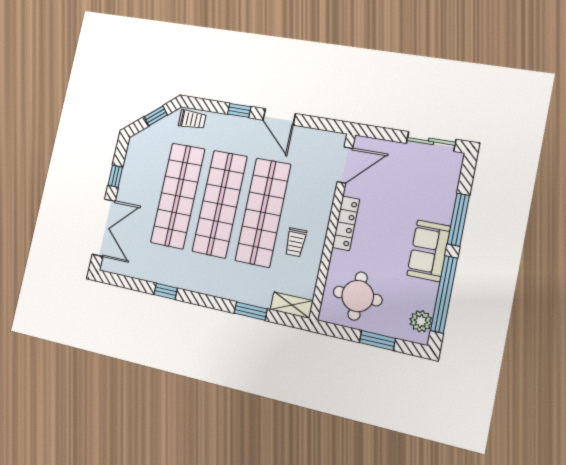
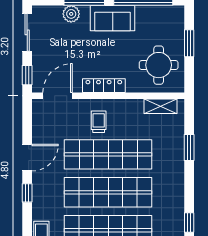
window: (377, 133) -> (27, 75), added
door: (345, 165) -> (58, 96), hinge flipped
trolley: (296, 242) -> (99, 122), moved, turned -90
shelving: (292, 305) -> (161, 106), moved, turned 90
plant: (421, 321) -> (71, 14), moved

